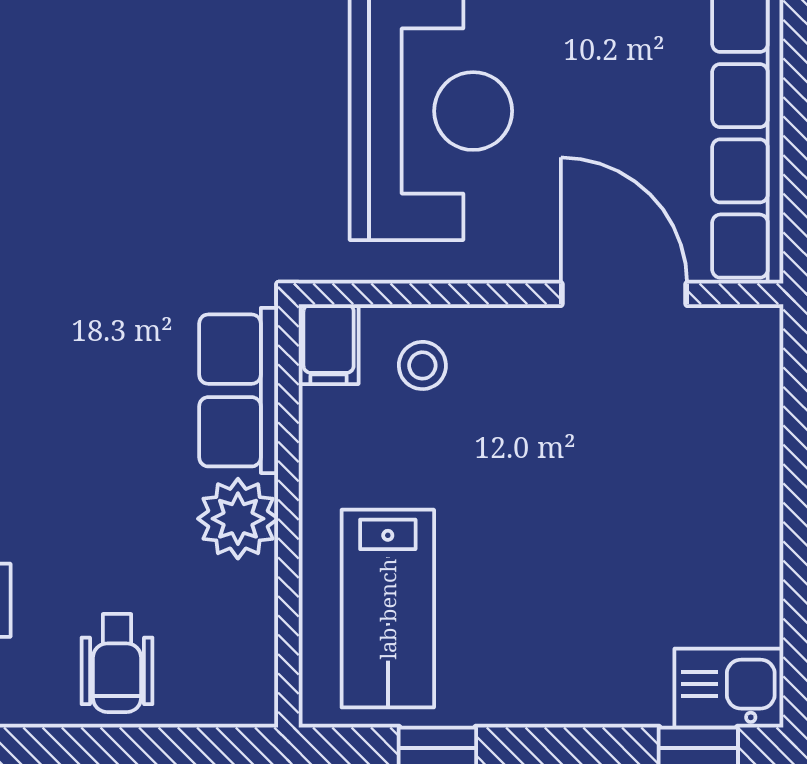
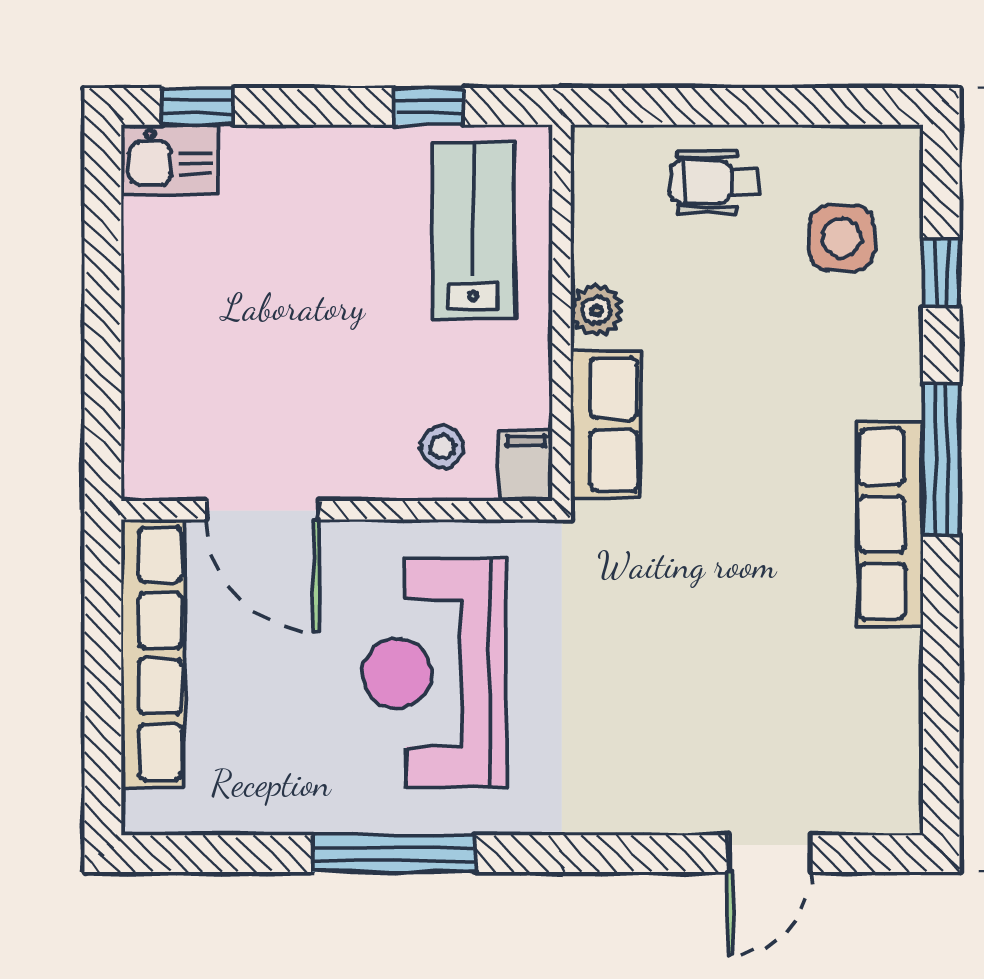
plant: (238, 519) -> (597, 310), width x0.73, depth x0.73
wheelchair: (117, 663) -> (714, 182), turned -90

